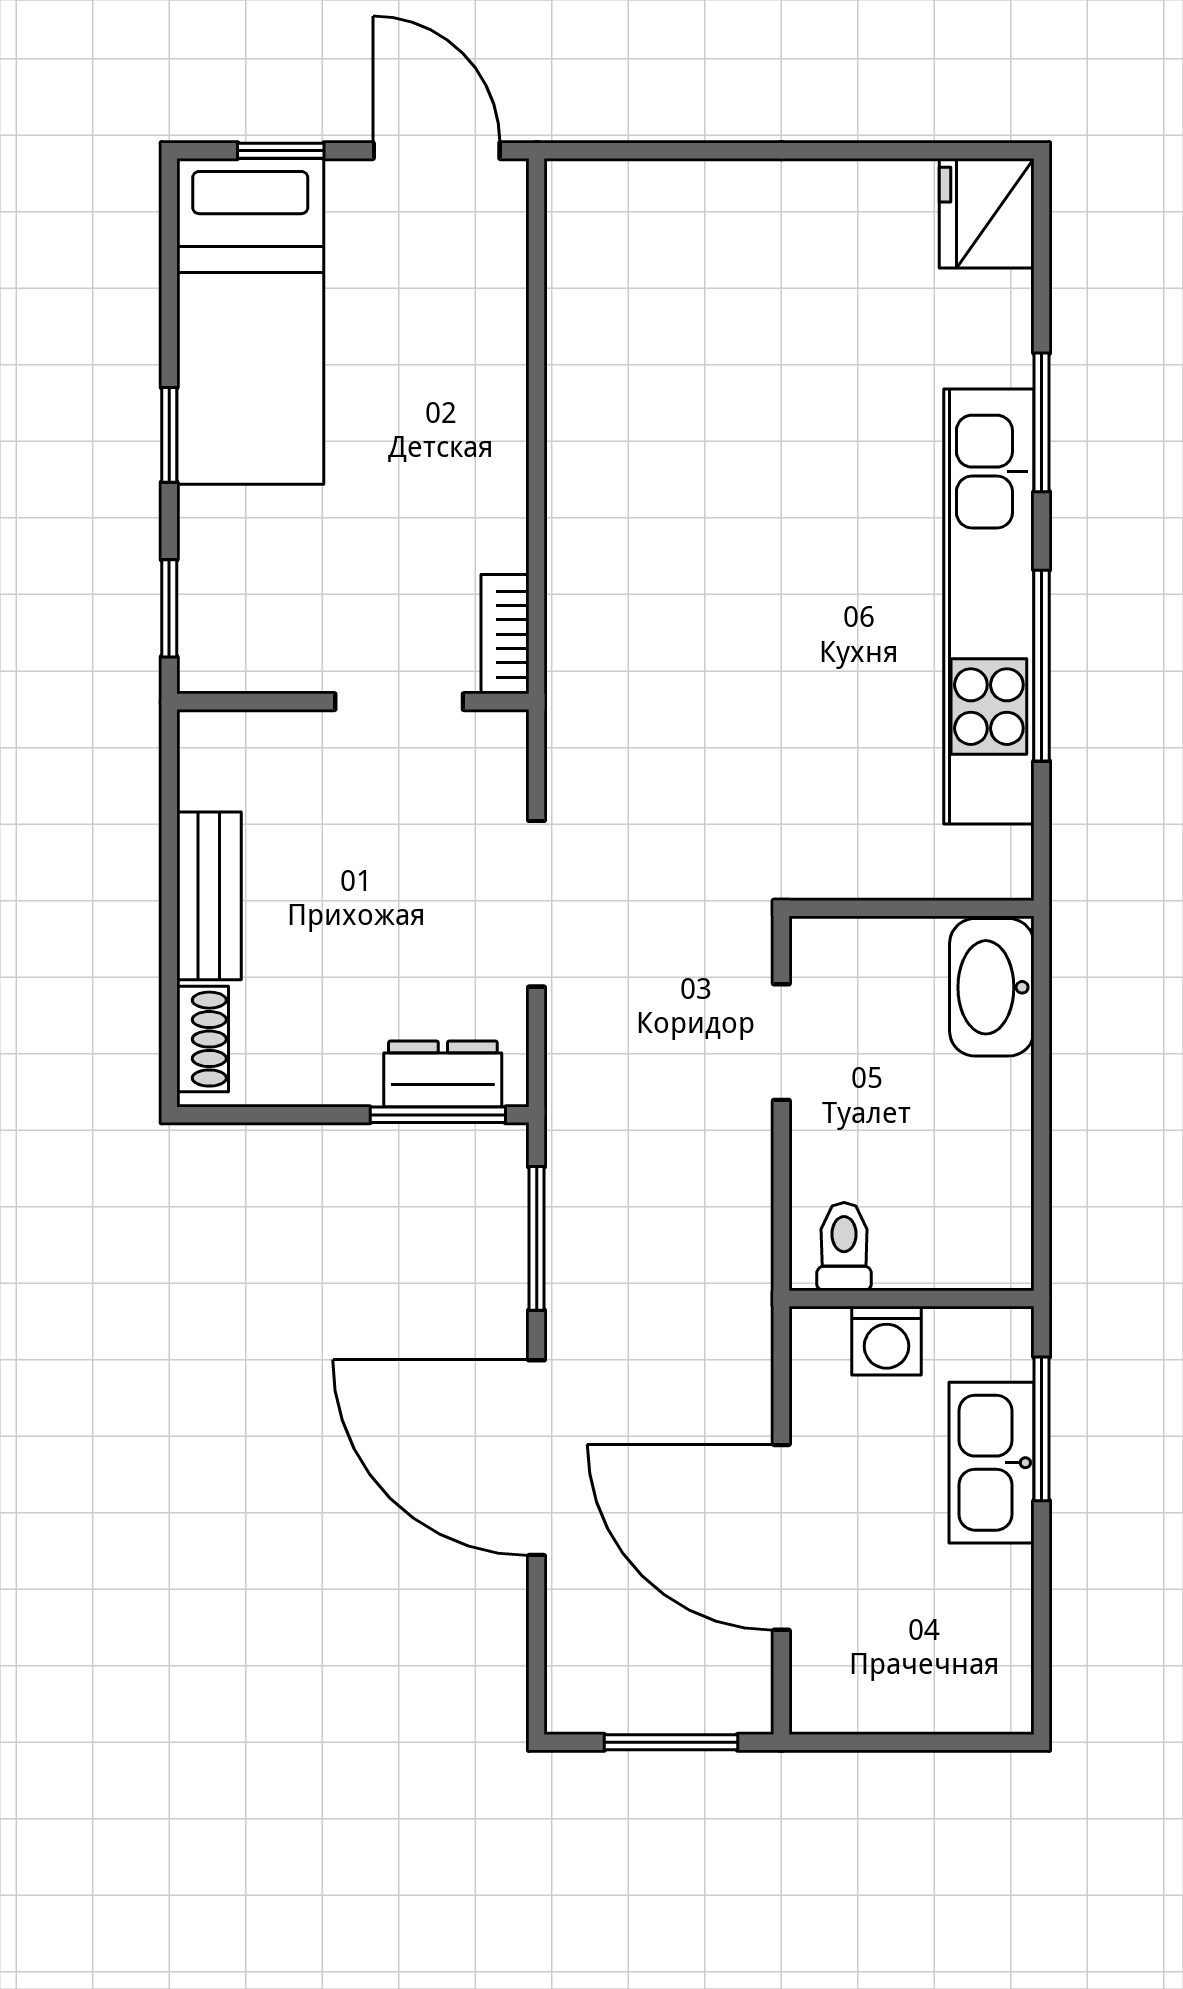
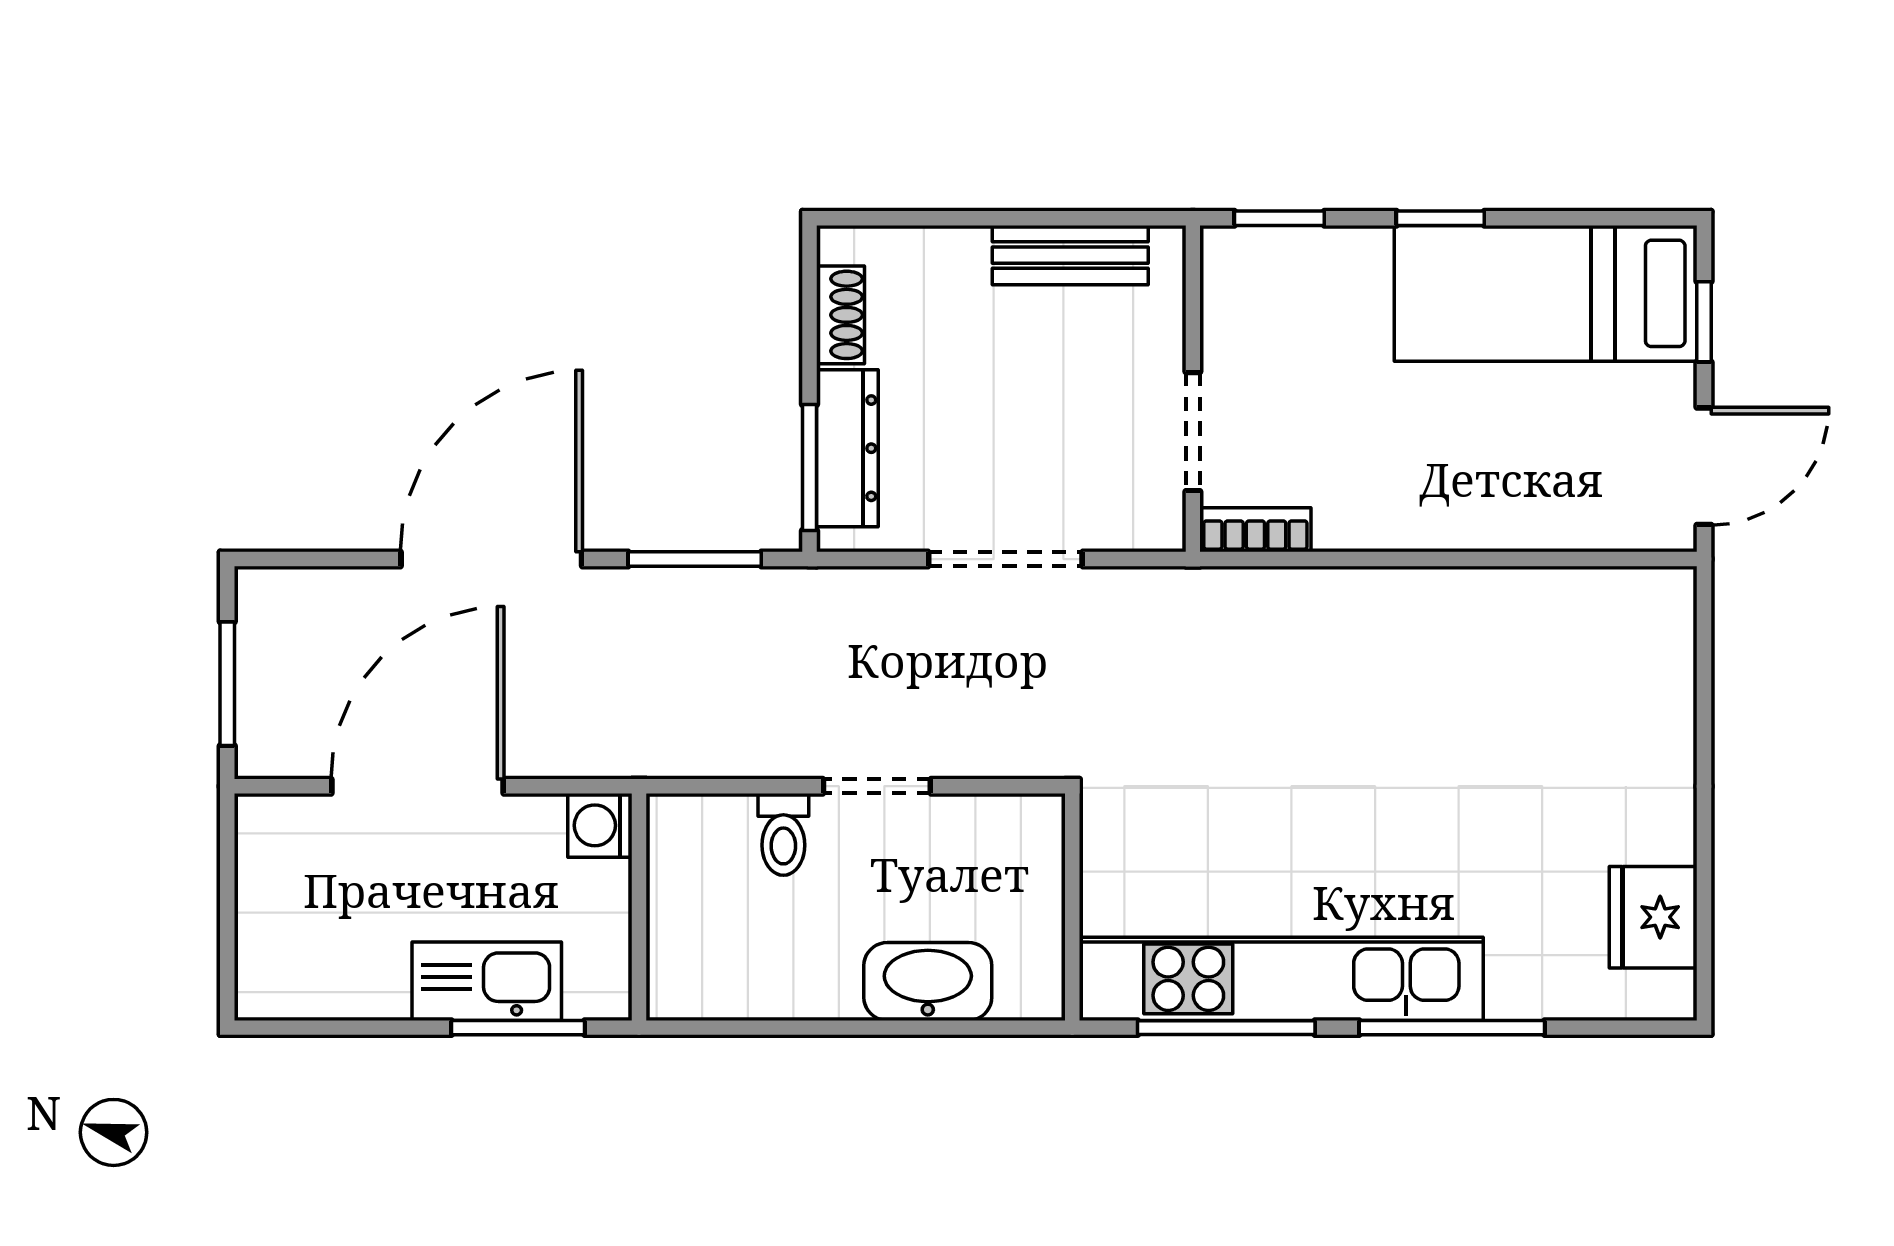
fridge: (987, 213) -> (1653, 917), moved, turned -90
window: (1042, 422) -> (1452, 1028), width x1.44
bench: (209, 896) -> (1070, 255), moved
wall: (911, 908) -> (1072, 907), moved
shoe rack: (203, 1039) -> (840, 315), moved, turned -90
dresser: (443, 1074) -> (847, 448), width x1.44
toilet: (844, 1247) -> (783, 834), moved, turned 90
washing machine: (886, 1341) -> (600, 825), moved

